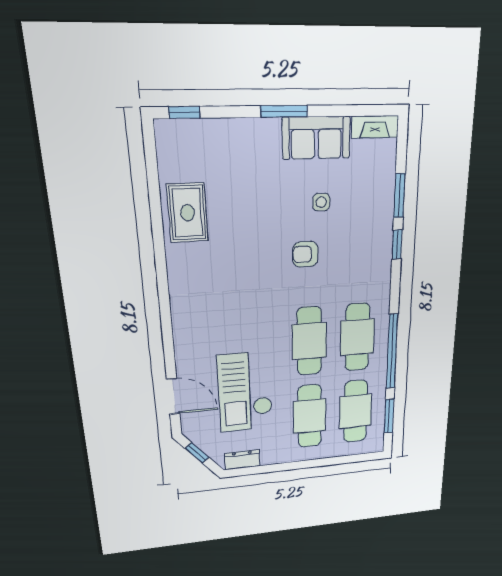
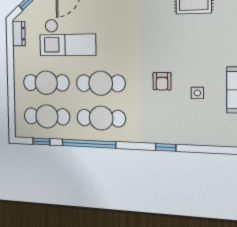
window: (399, 196) -> (200, 149), removed
armchair: (305, 254) -> (162, 81), turned 180
checkout: (245, 392) -> (67, 37), turned 180
window: (389, 416) -> (41, 141), width x0.67

